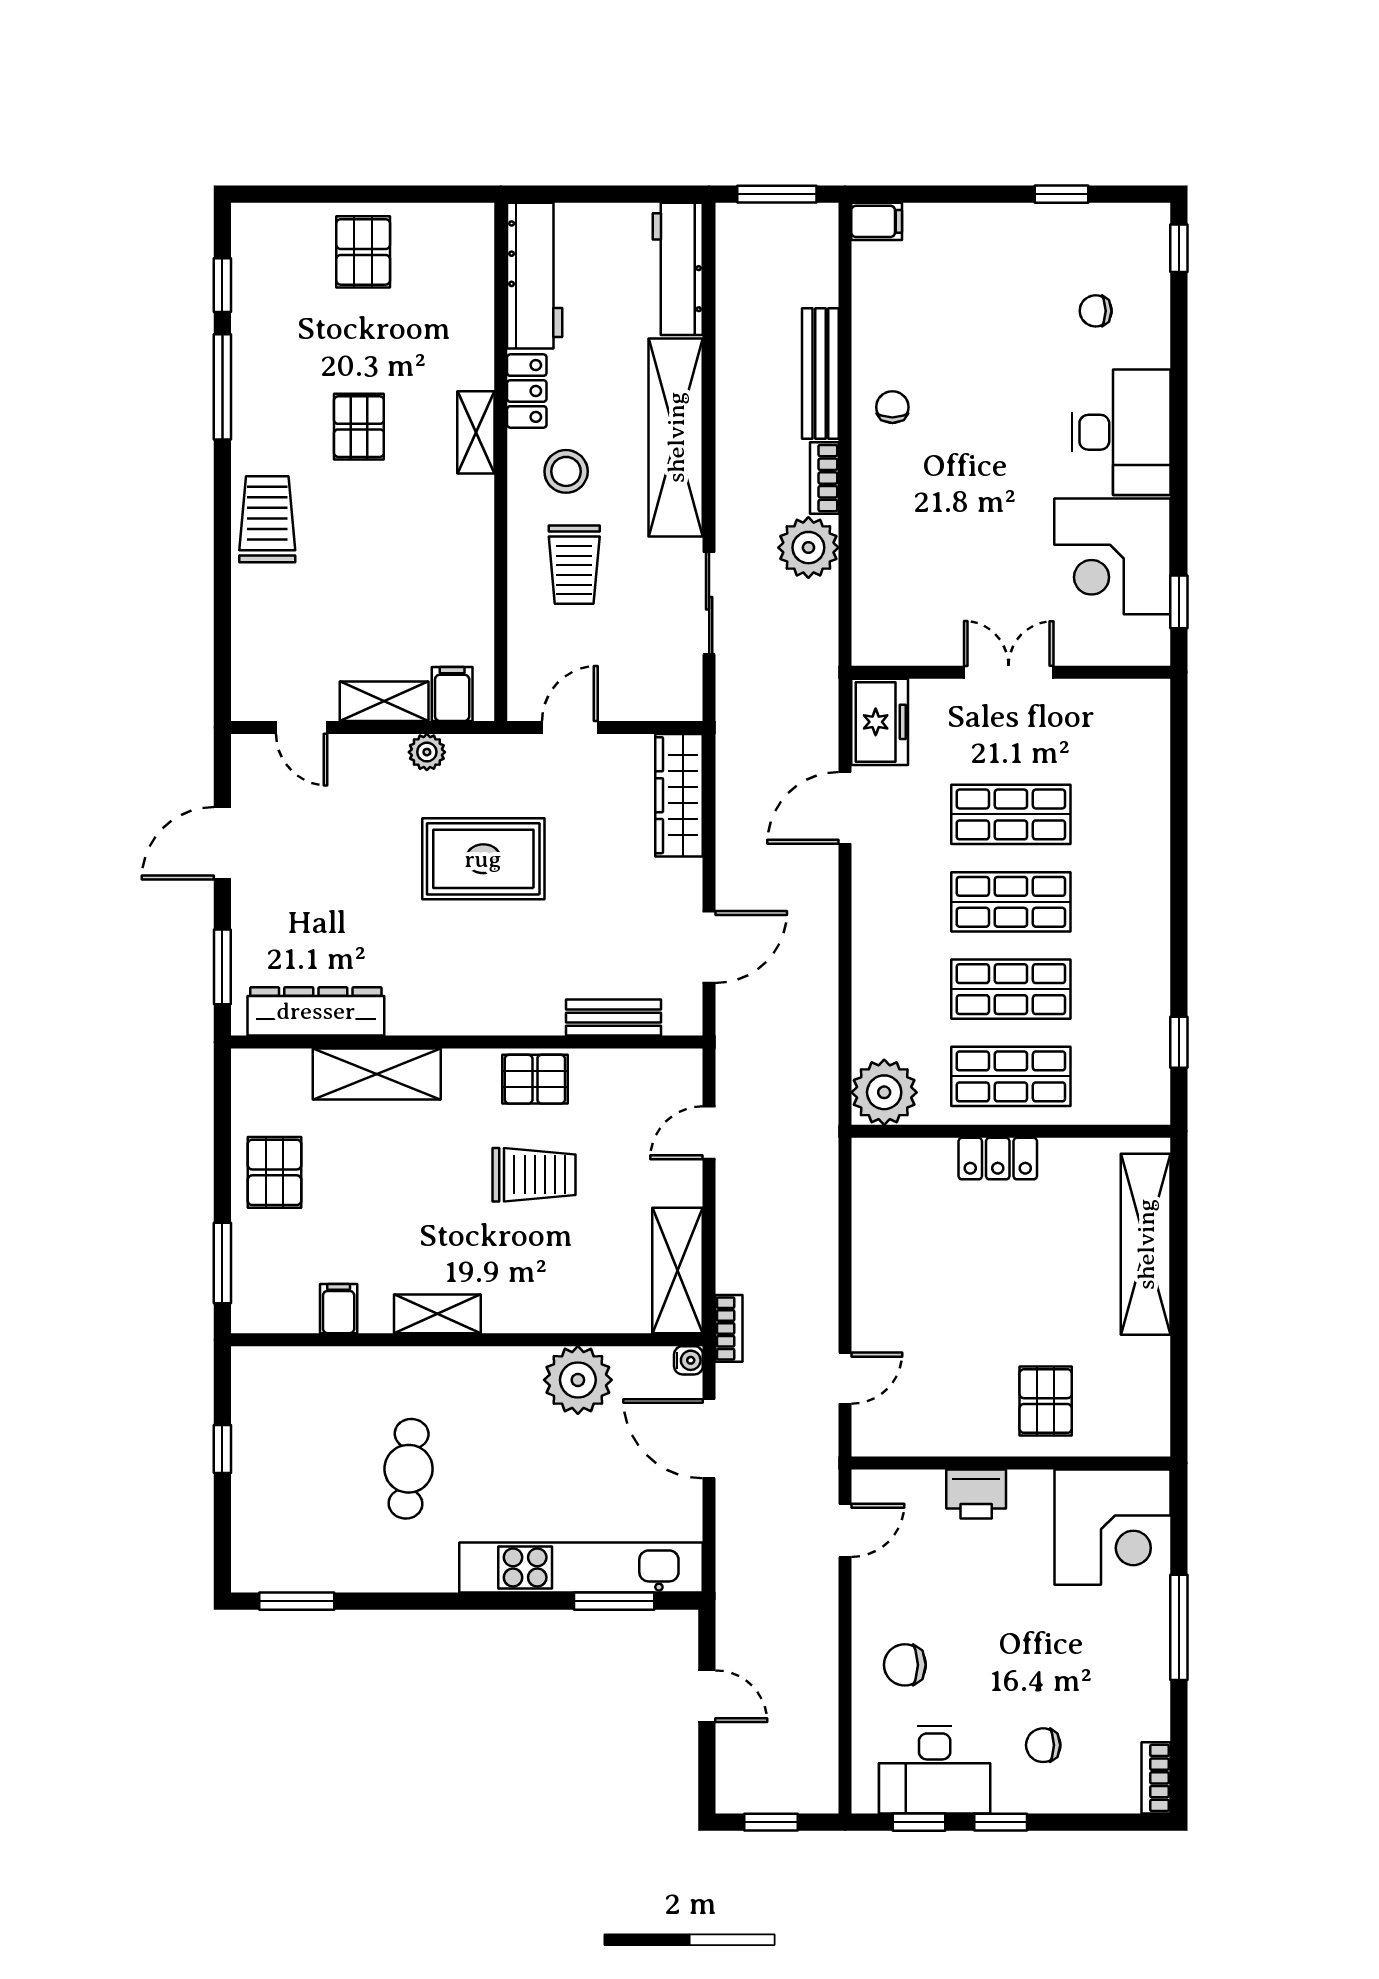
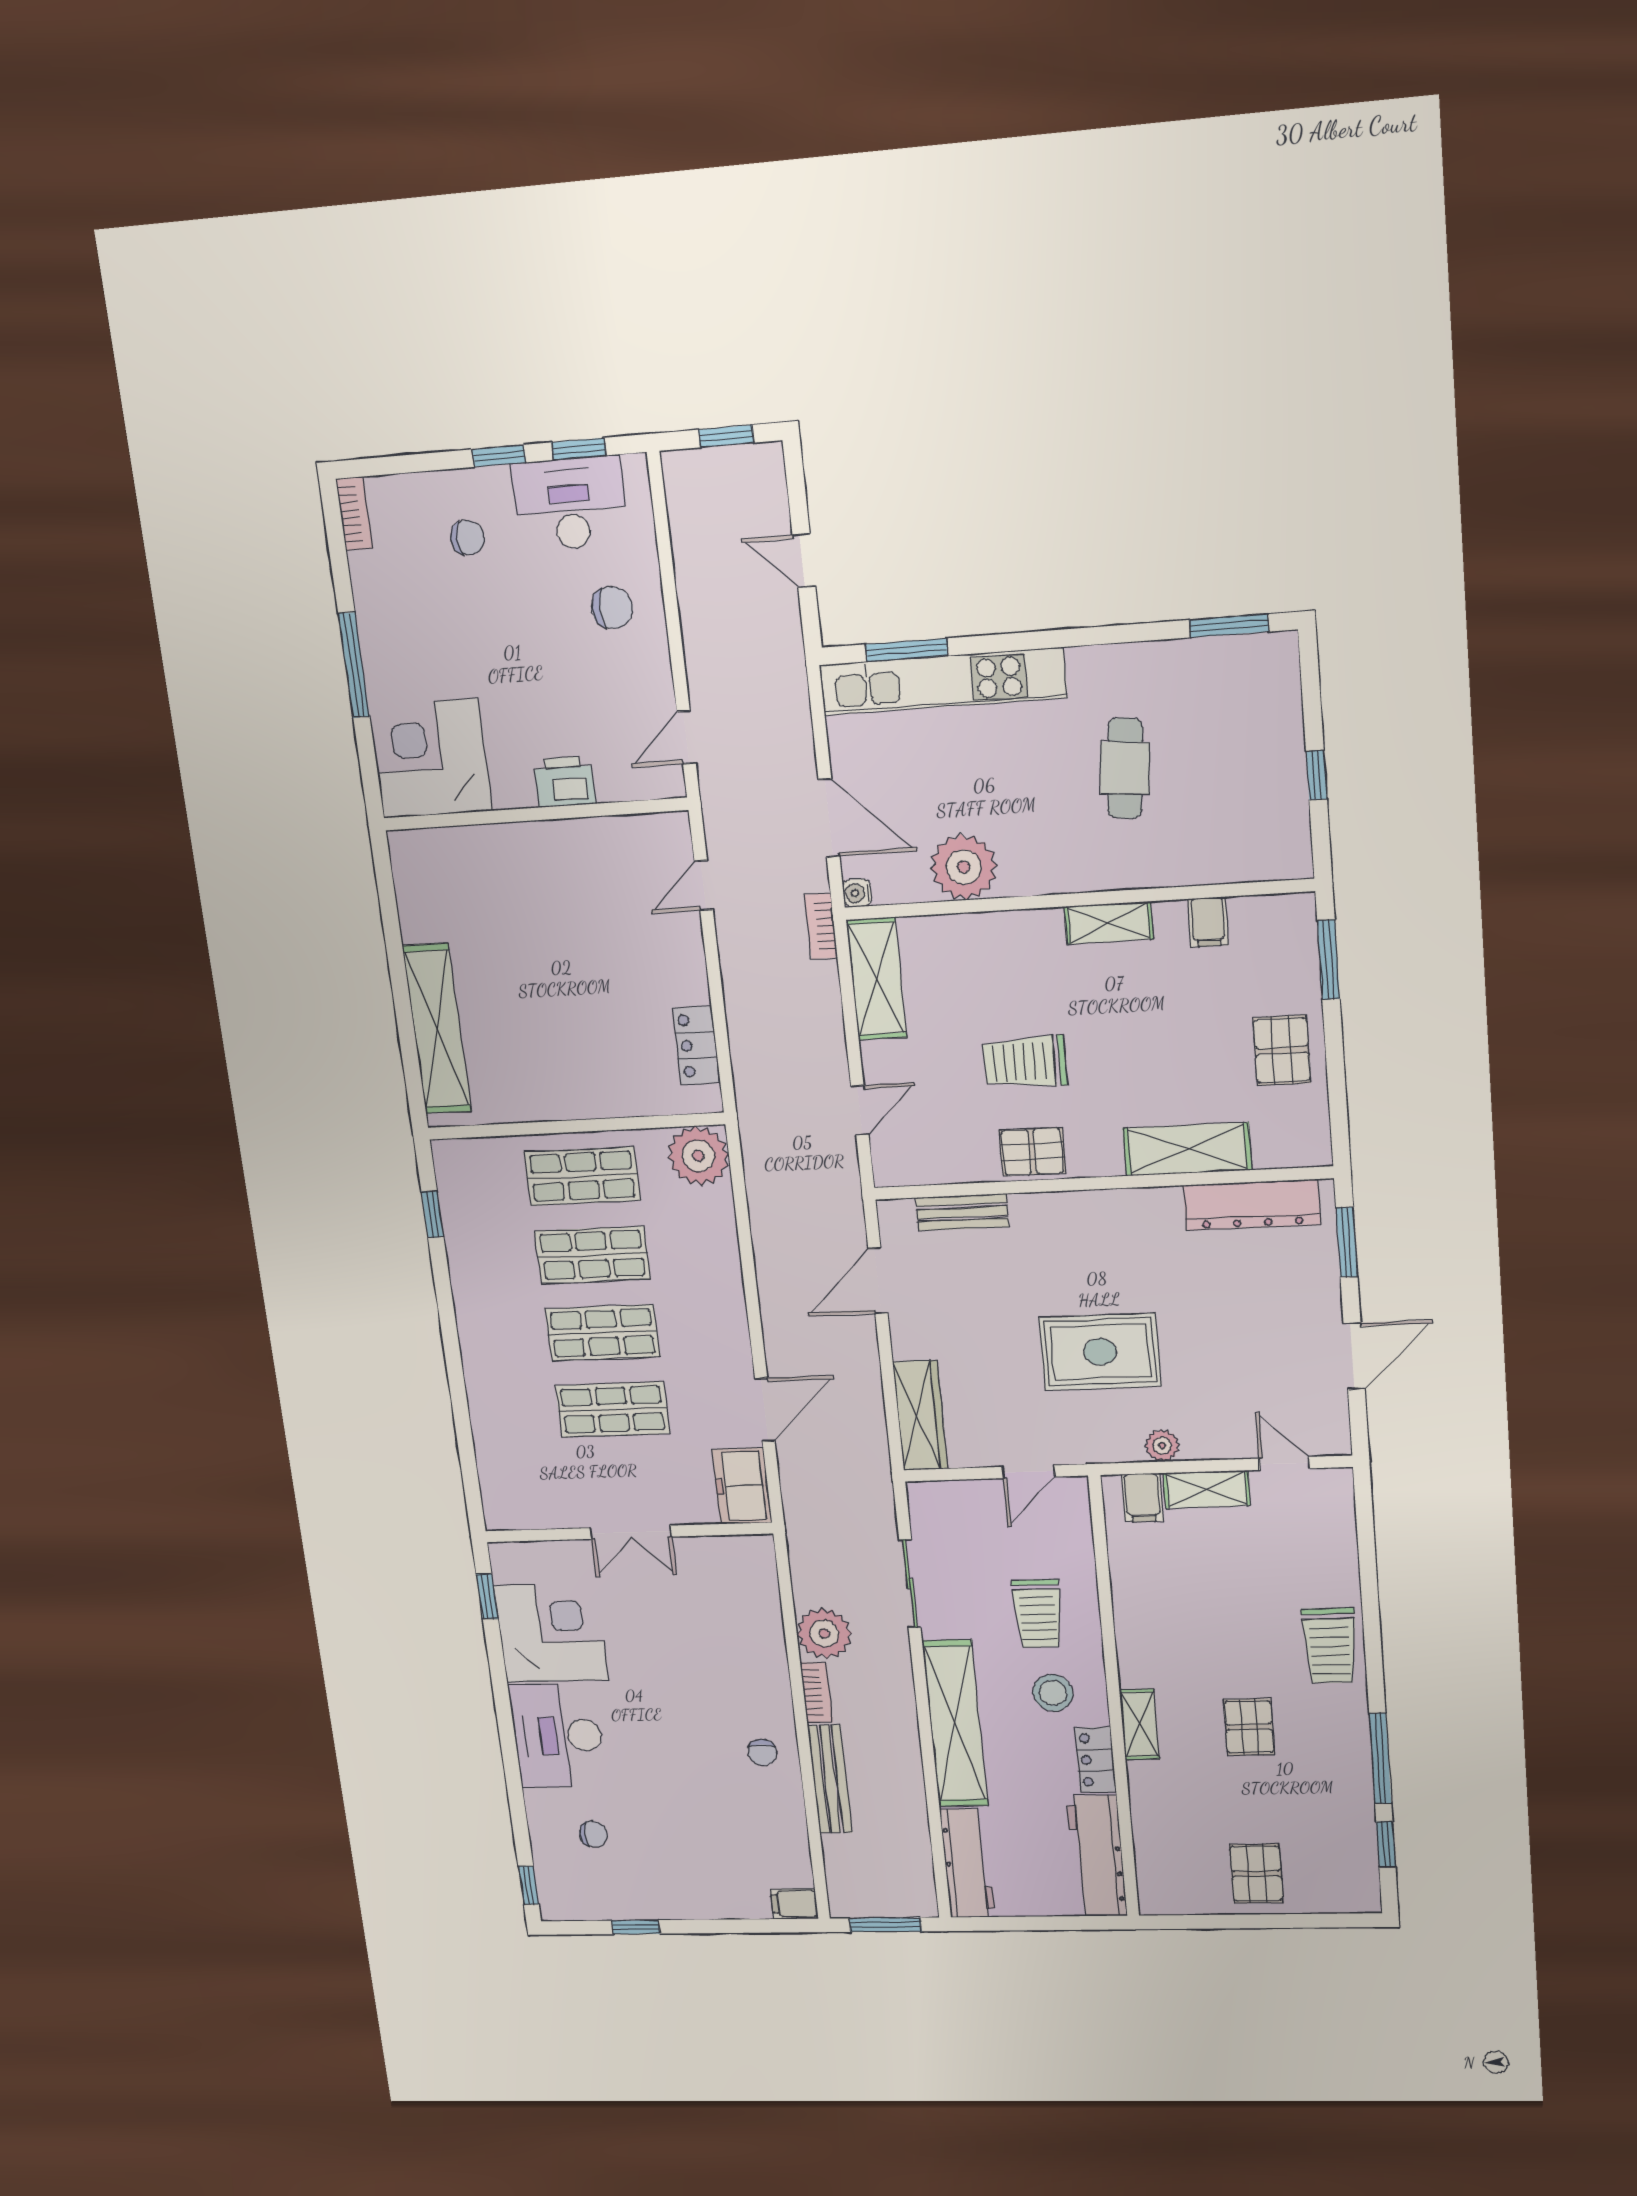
trolley: (574, 565) -> (1038, 1613), turned 180
locker: (998, 1159) -> (696, 1045), moved, turned -90
pallet: (1046, 1401) -> (510, 876), removed

